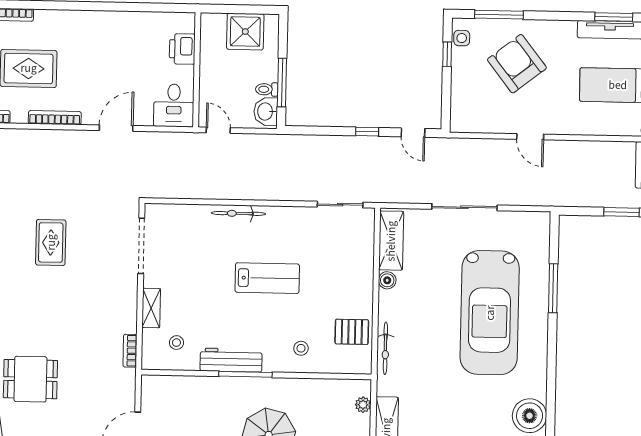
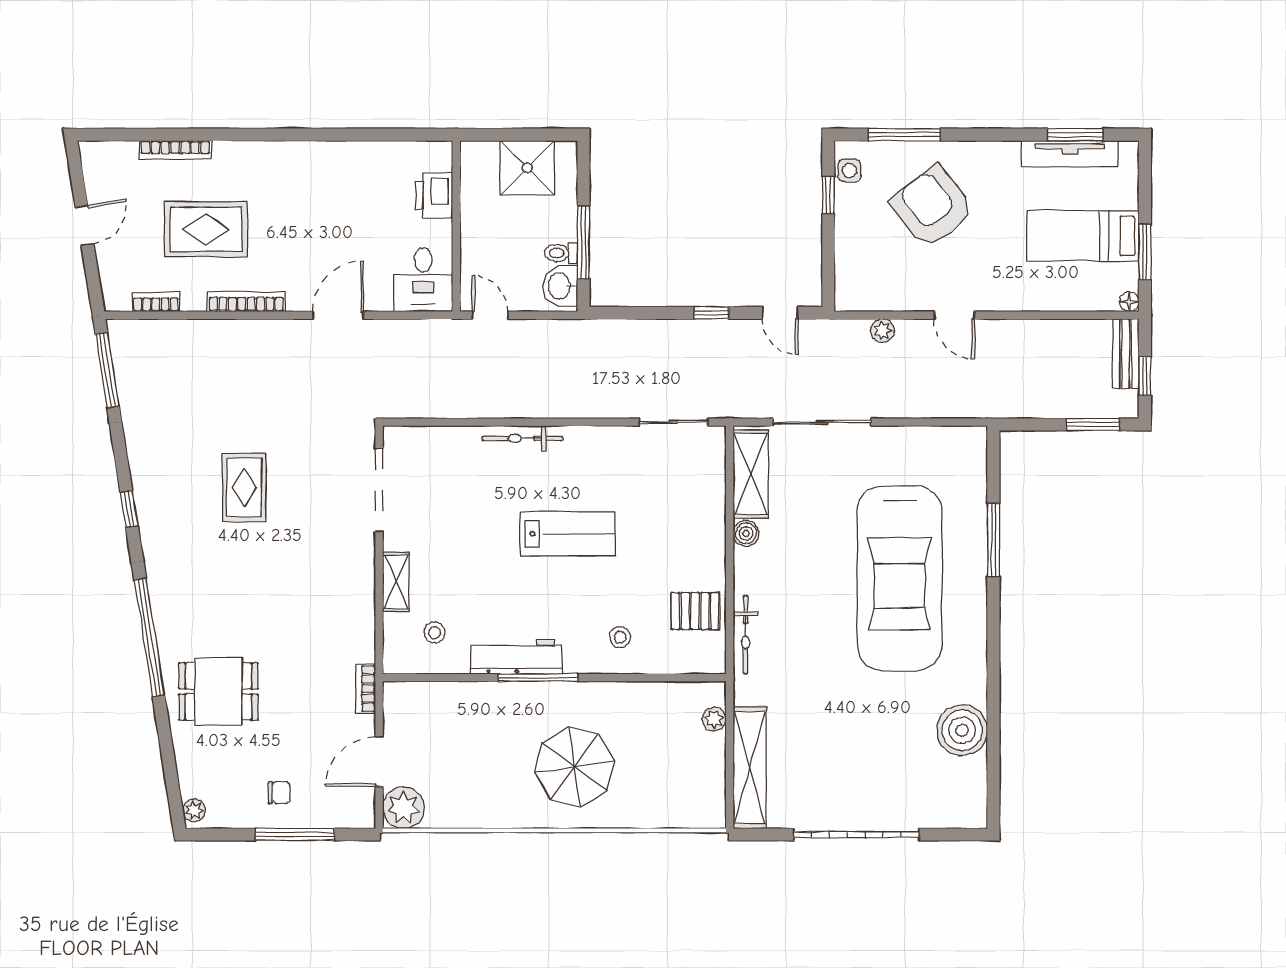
plant: (482, 146) -> (883, 331), added
sliding door: (464, 207) -> (822, 422), moved
bookcase: (130, 351) -> (366, 689), moved

